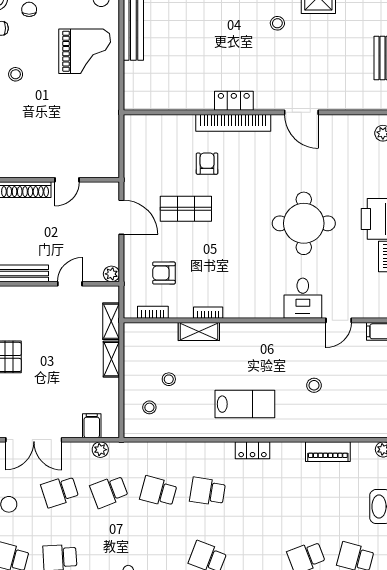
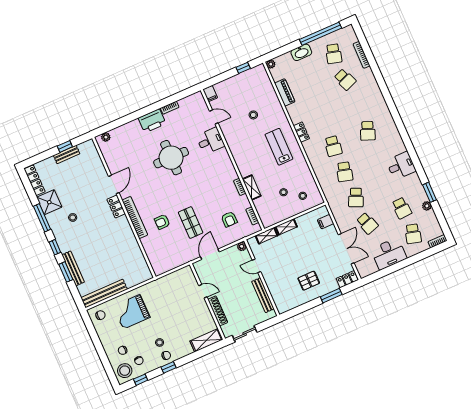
grand piano: (85, 51) -> (132, 312), turned -90
locker: (234, 101) -> (116, 206), moved
plant: (100, 450) -> (336, 212), removed
school desk: (109, 491) -> (356, 198), turned 45

